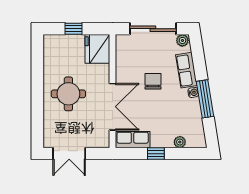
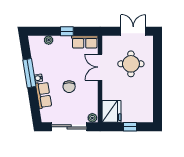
plant: (182, 40) -> (92, 118), moved
round table: (68, 94) -> (131, 64), moved
double door: (113, 107) -> (100, 67), width x0.73

